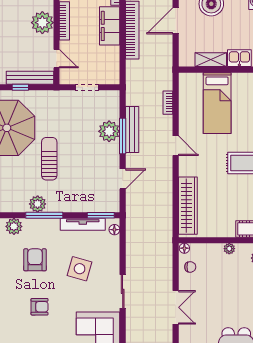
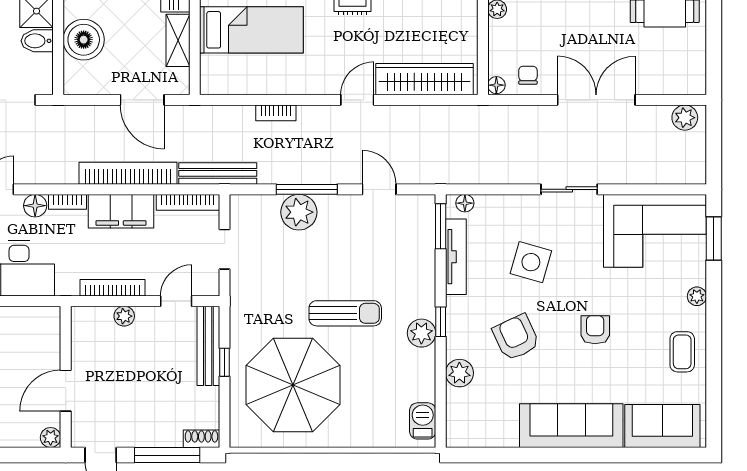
door: (176, 21) -> (142, 100), moved
plant: (42, 23) -> (124, 316), width x0.53, depth x0.53
bookcase: (115, 66) -> (188, 202), added
bookcase: (168, 103) -> (276, 113), moved
bench: (132, 129) -> (218, 173), moved
door: (176, 146) -> (357, 100), moved
sun lounger: (49, 159) -> (345, 313), turned 180
window: (44, 215) -> (441, 322), width x0.46
armchair: (35, 260) -> (516, 337), turned 65
double door: (176, 307) -> (596, 100), width x1.37

